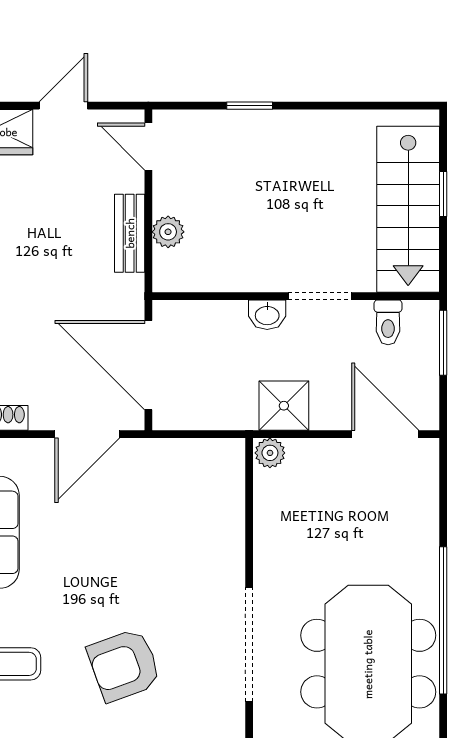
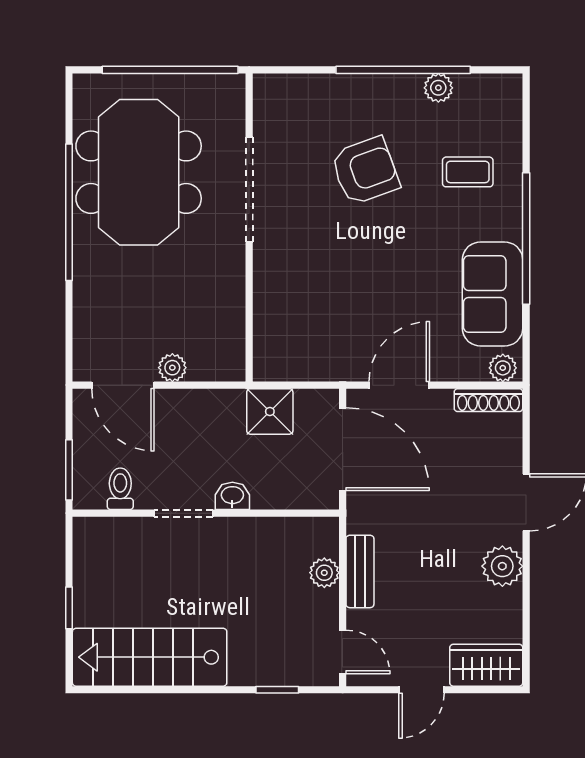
window: (250, 106) -> (277, 690), moved
stairs: (408, 209) -> (150, 657), moved, turned -90
shower: (284, 406) -> (270, 411), moved
plant: (270, 453) -> (172, 368), moved

